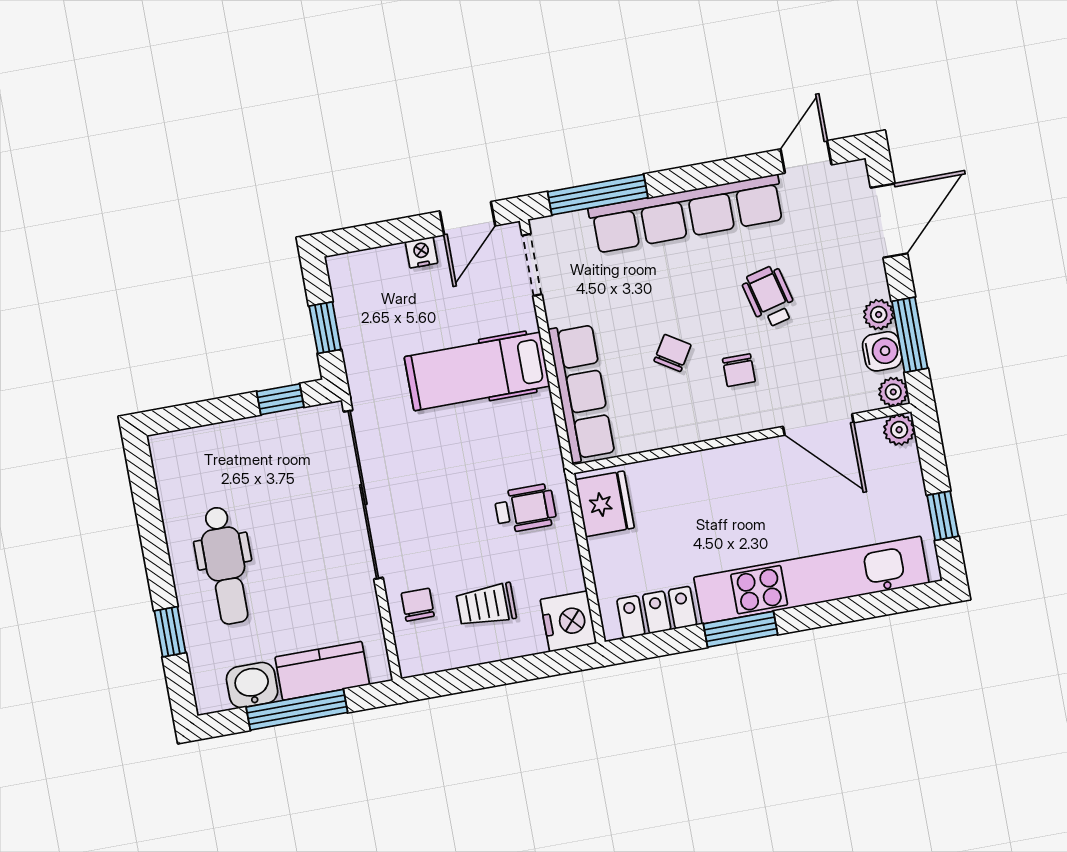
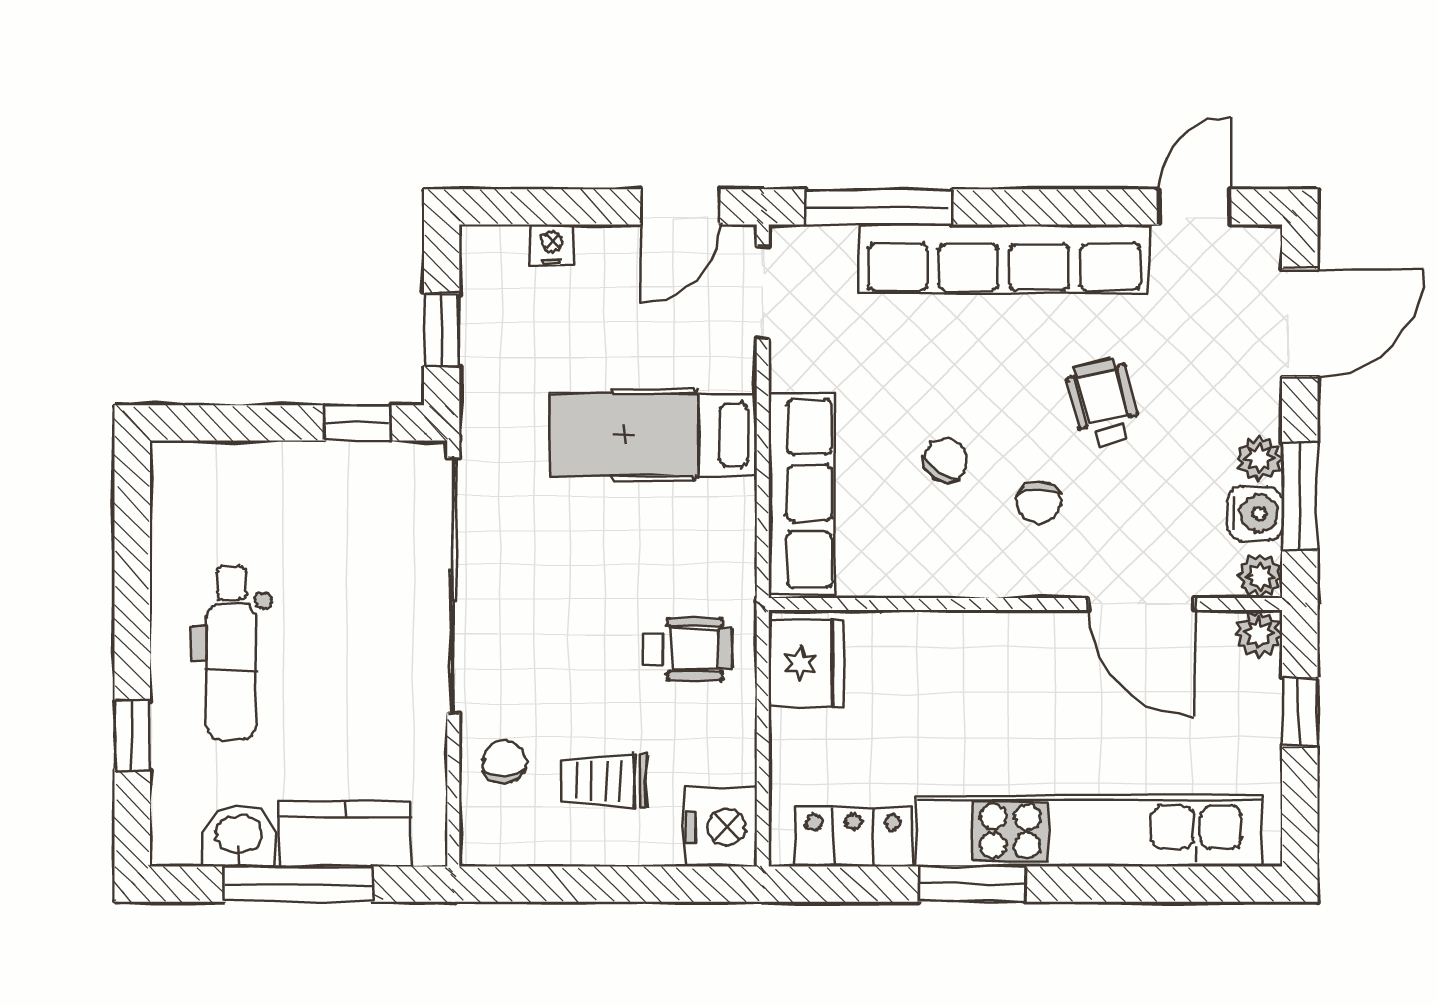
nightstand: (421, 252) -> (552, 245), moved
window: (943, 516) -> (1300, 712), moved

